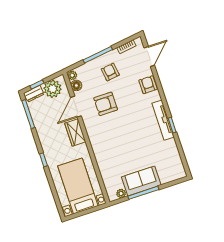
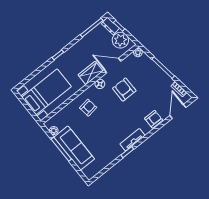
door: (149, 57) -> (178, 112), swing flipped
armchair: (110, 72) -> (88, 108), moved
floor lamp: (76, 85) -> (100, 84), moved
tv unit: (163, 120) -> (132, 140), width x0.71
sofa: (141, 181) -> (74, 148), width x1.36

